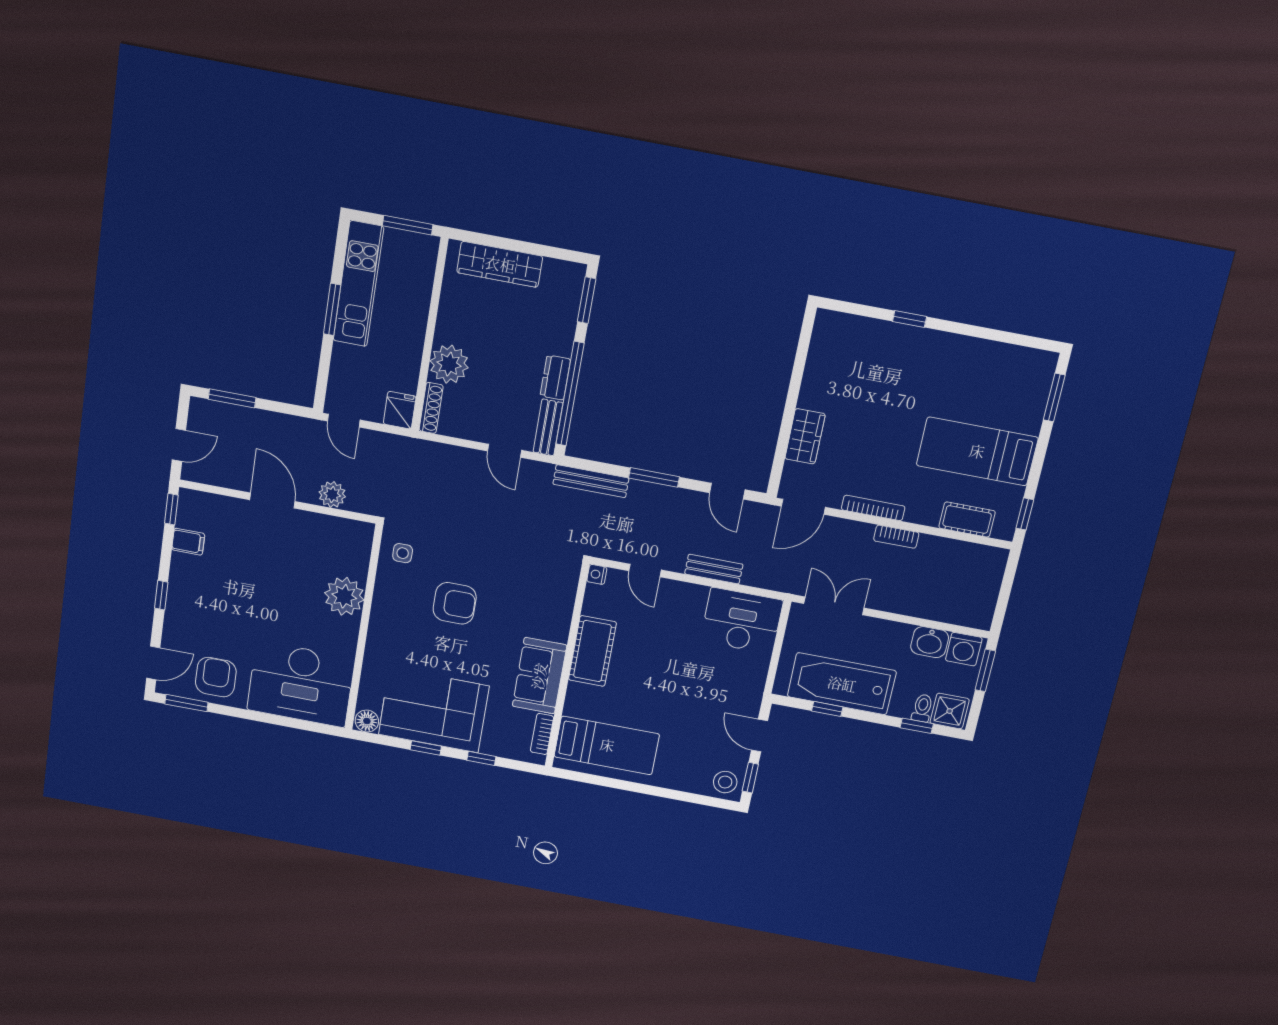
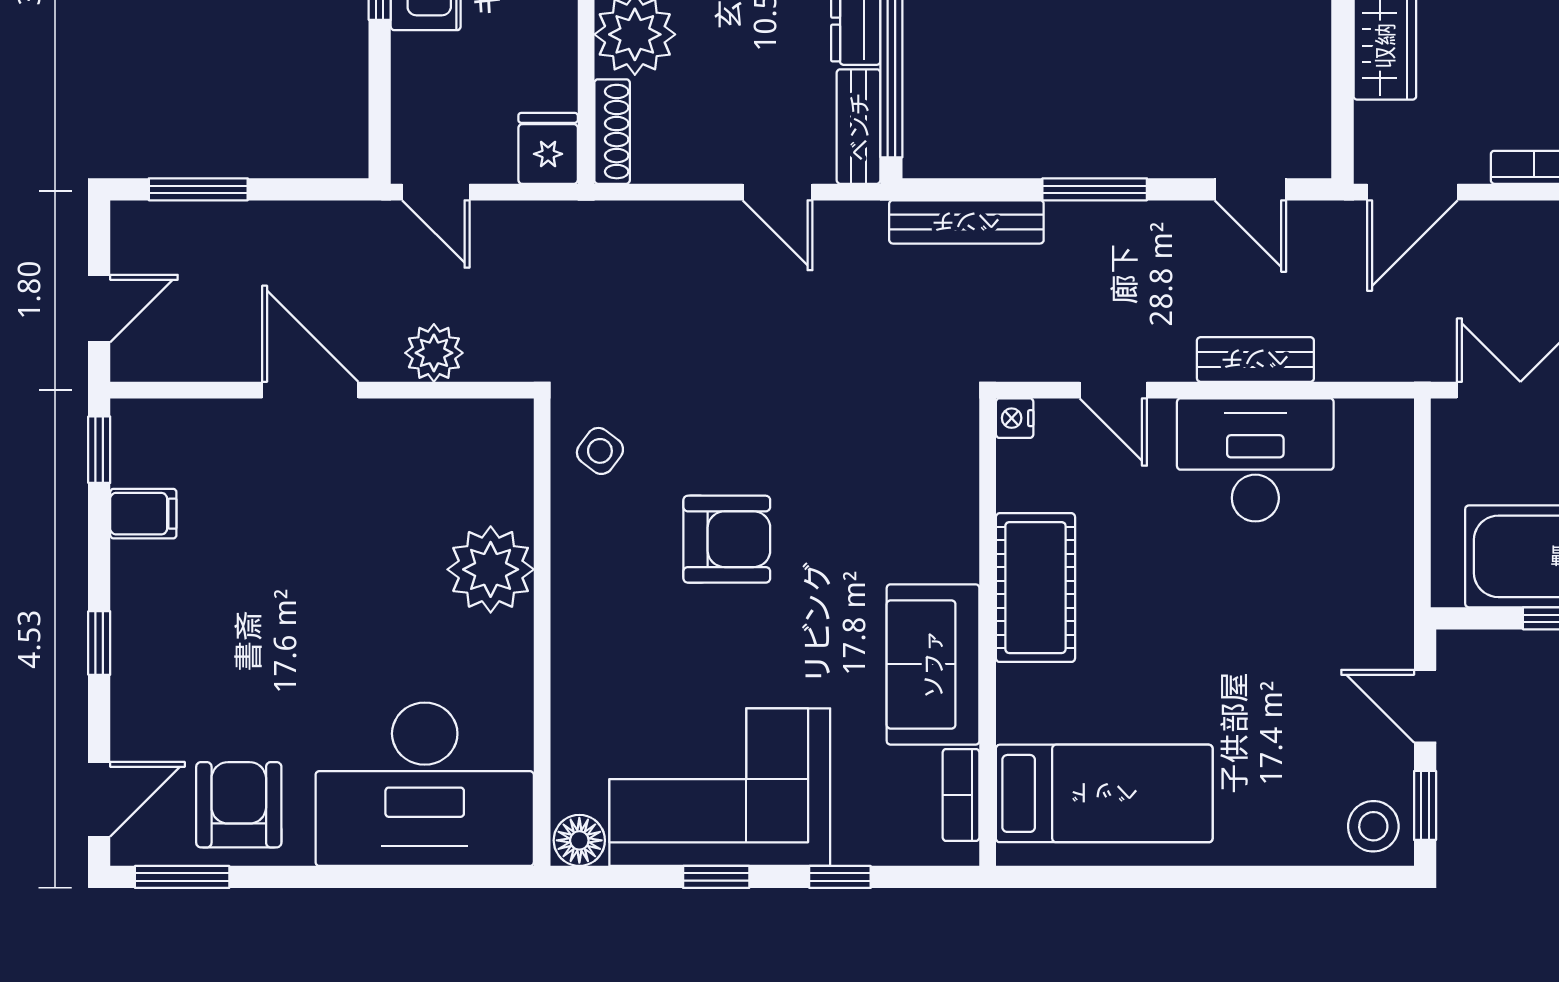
side table: (403, 553) -> (600, 451), turned 37
desk: (742, 621) -> (1255, 460), moved

